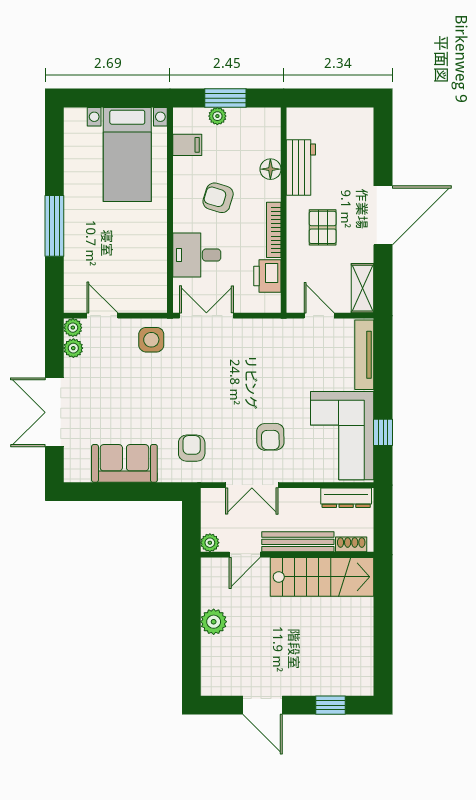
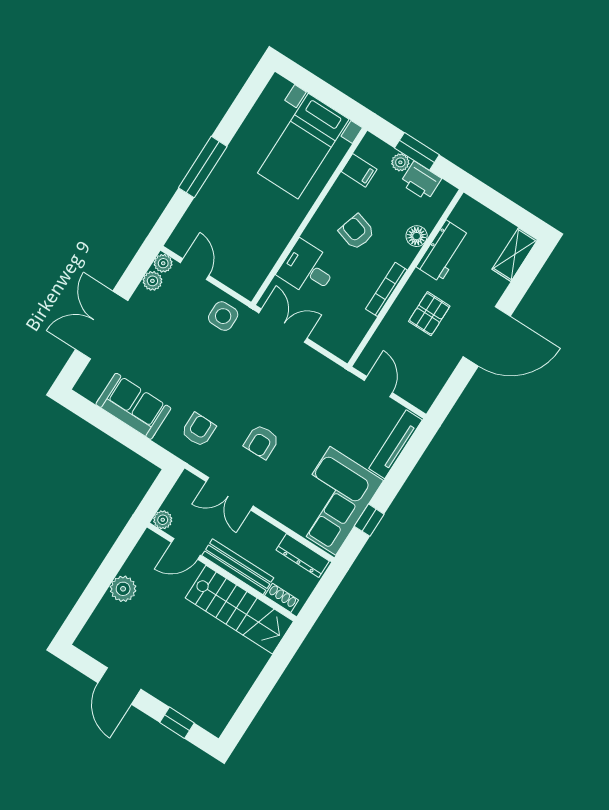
printer: (267, 276) -> (421, 181), moved, turned -90
shelving: (363, 288) -> (515, 255), moved
armchair: (270, 437) -> (261, 442), moved

